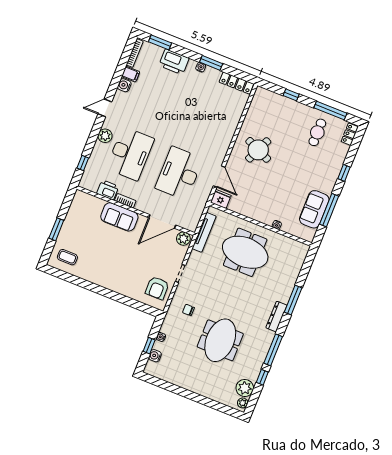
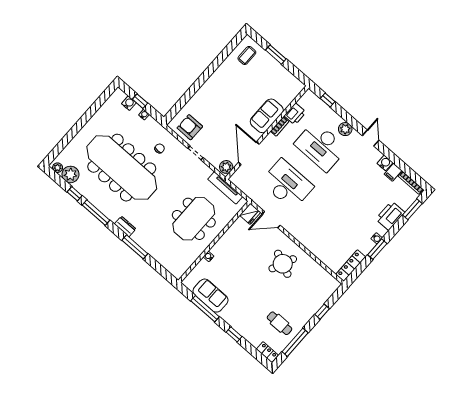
dresser: (276, 317) -> (125, 226), width x0.70
meeting table: (220, 340) -> (122, 168), width x1.86, depth x1.27

